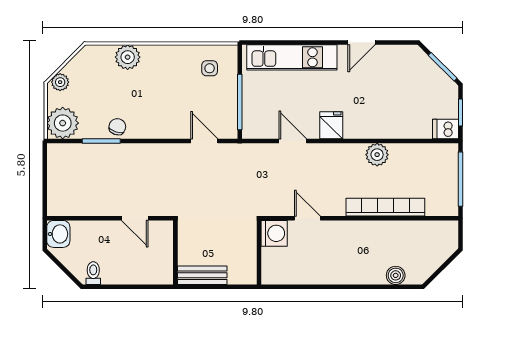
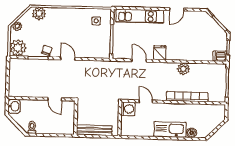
plant: (128, 57) -> (39, 13), moved
door: (204, 141) -> (68, 59), moved
kitchen sink: (355, 270) -> (170, 129), added
bench: (202, 275) -> (94, 130), width x1.36

